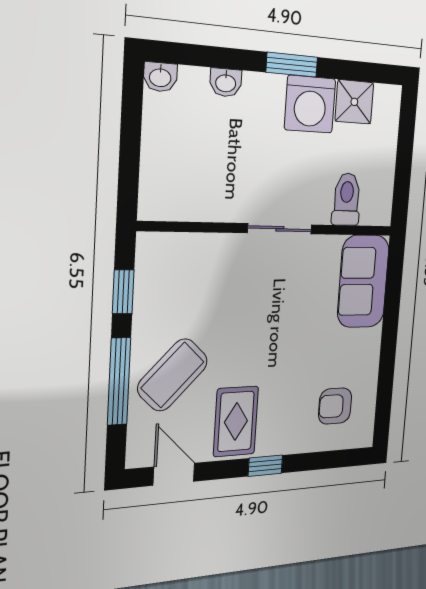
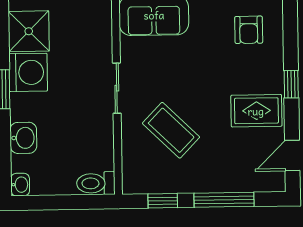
washbasin: (226, 83) -> (23, 138), width x1.38, depth x1.45
shower: (354, 102) -> (29, 31), width x1.36, depth x1.36
toilet: (347, 199) -> (96, 183), moved
coffee table: (173, 375) -> (171, 130), moved

